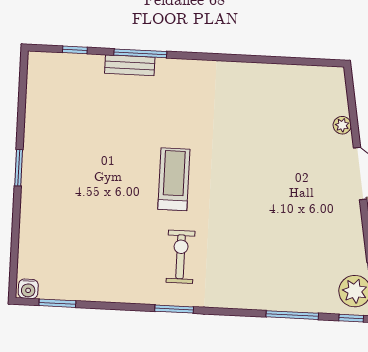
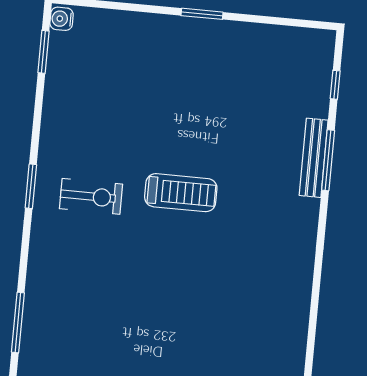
bench: (130, 65) -> (314, 158), width x1.36

